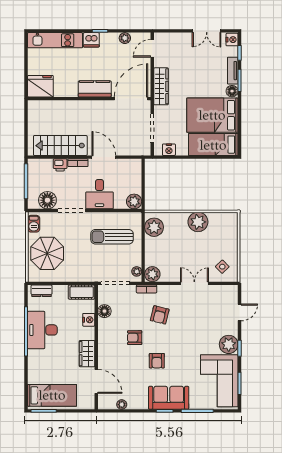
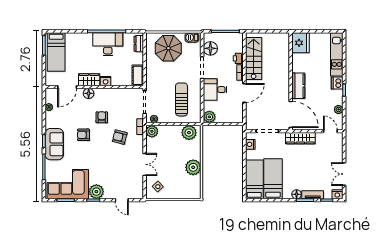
bed: (212, 115) -> (273, 179), width x0.67
floor lamp: (104, 311) -> (89, 93), moved
nightstand: (89, 320) -> (106, 81), moved

